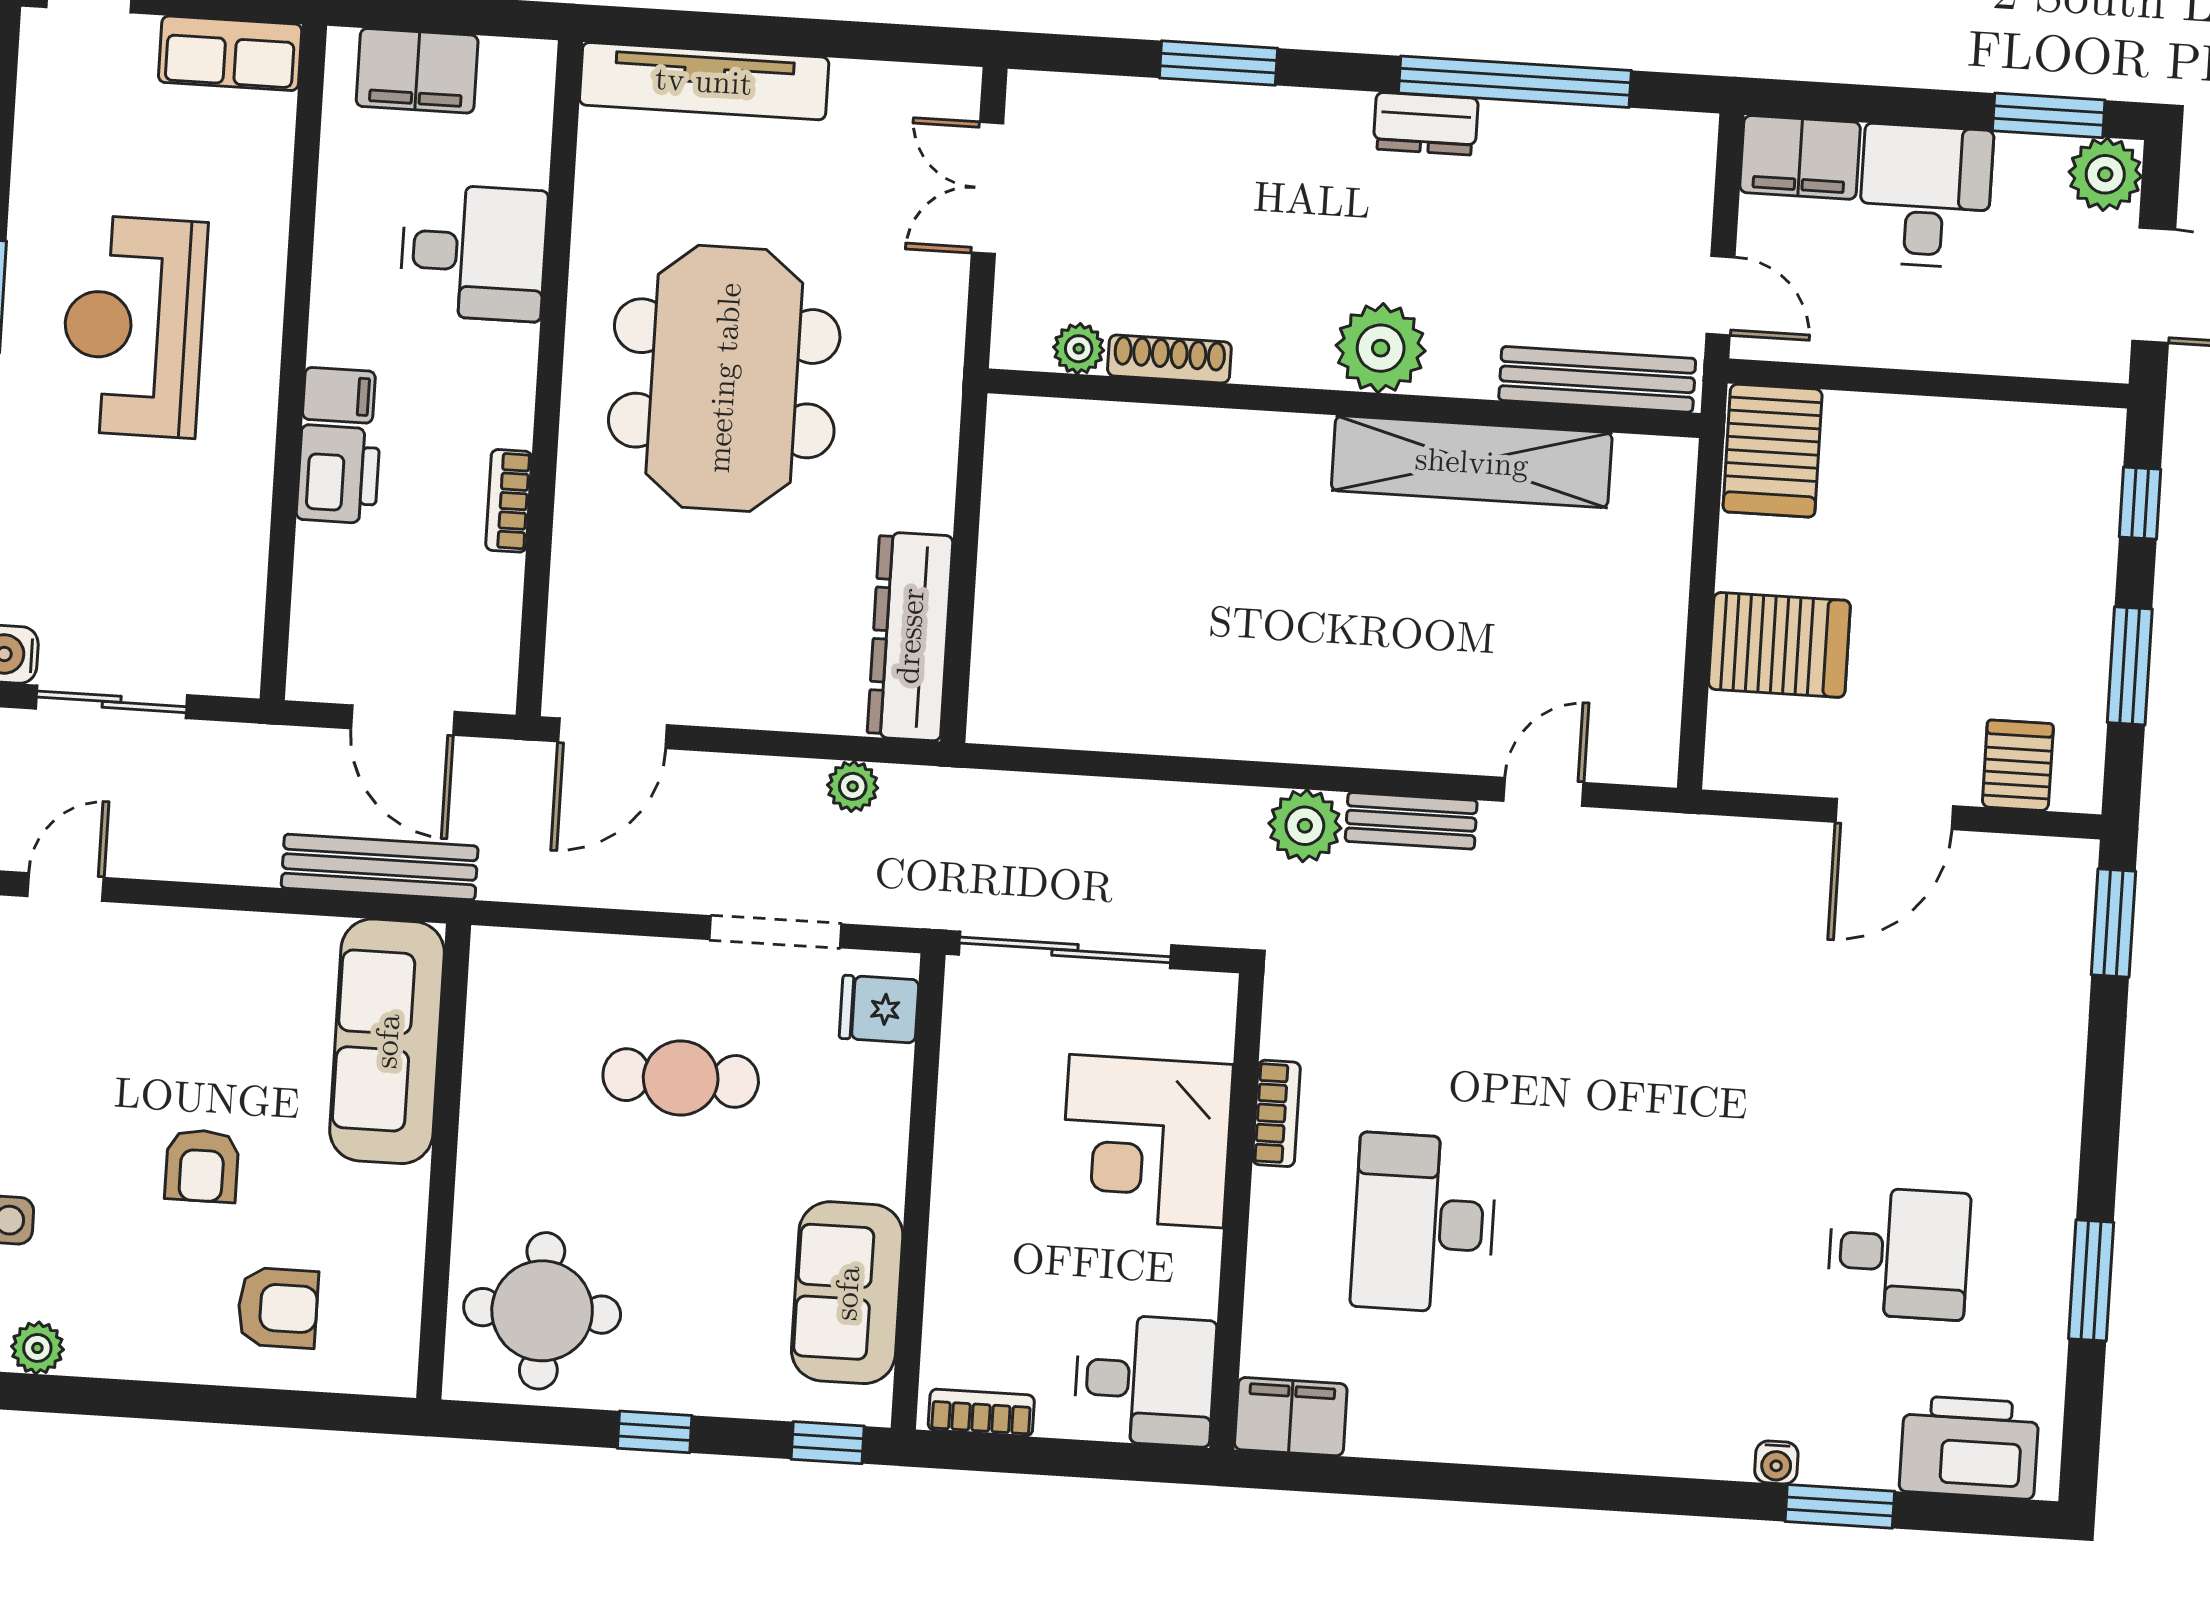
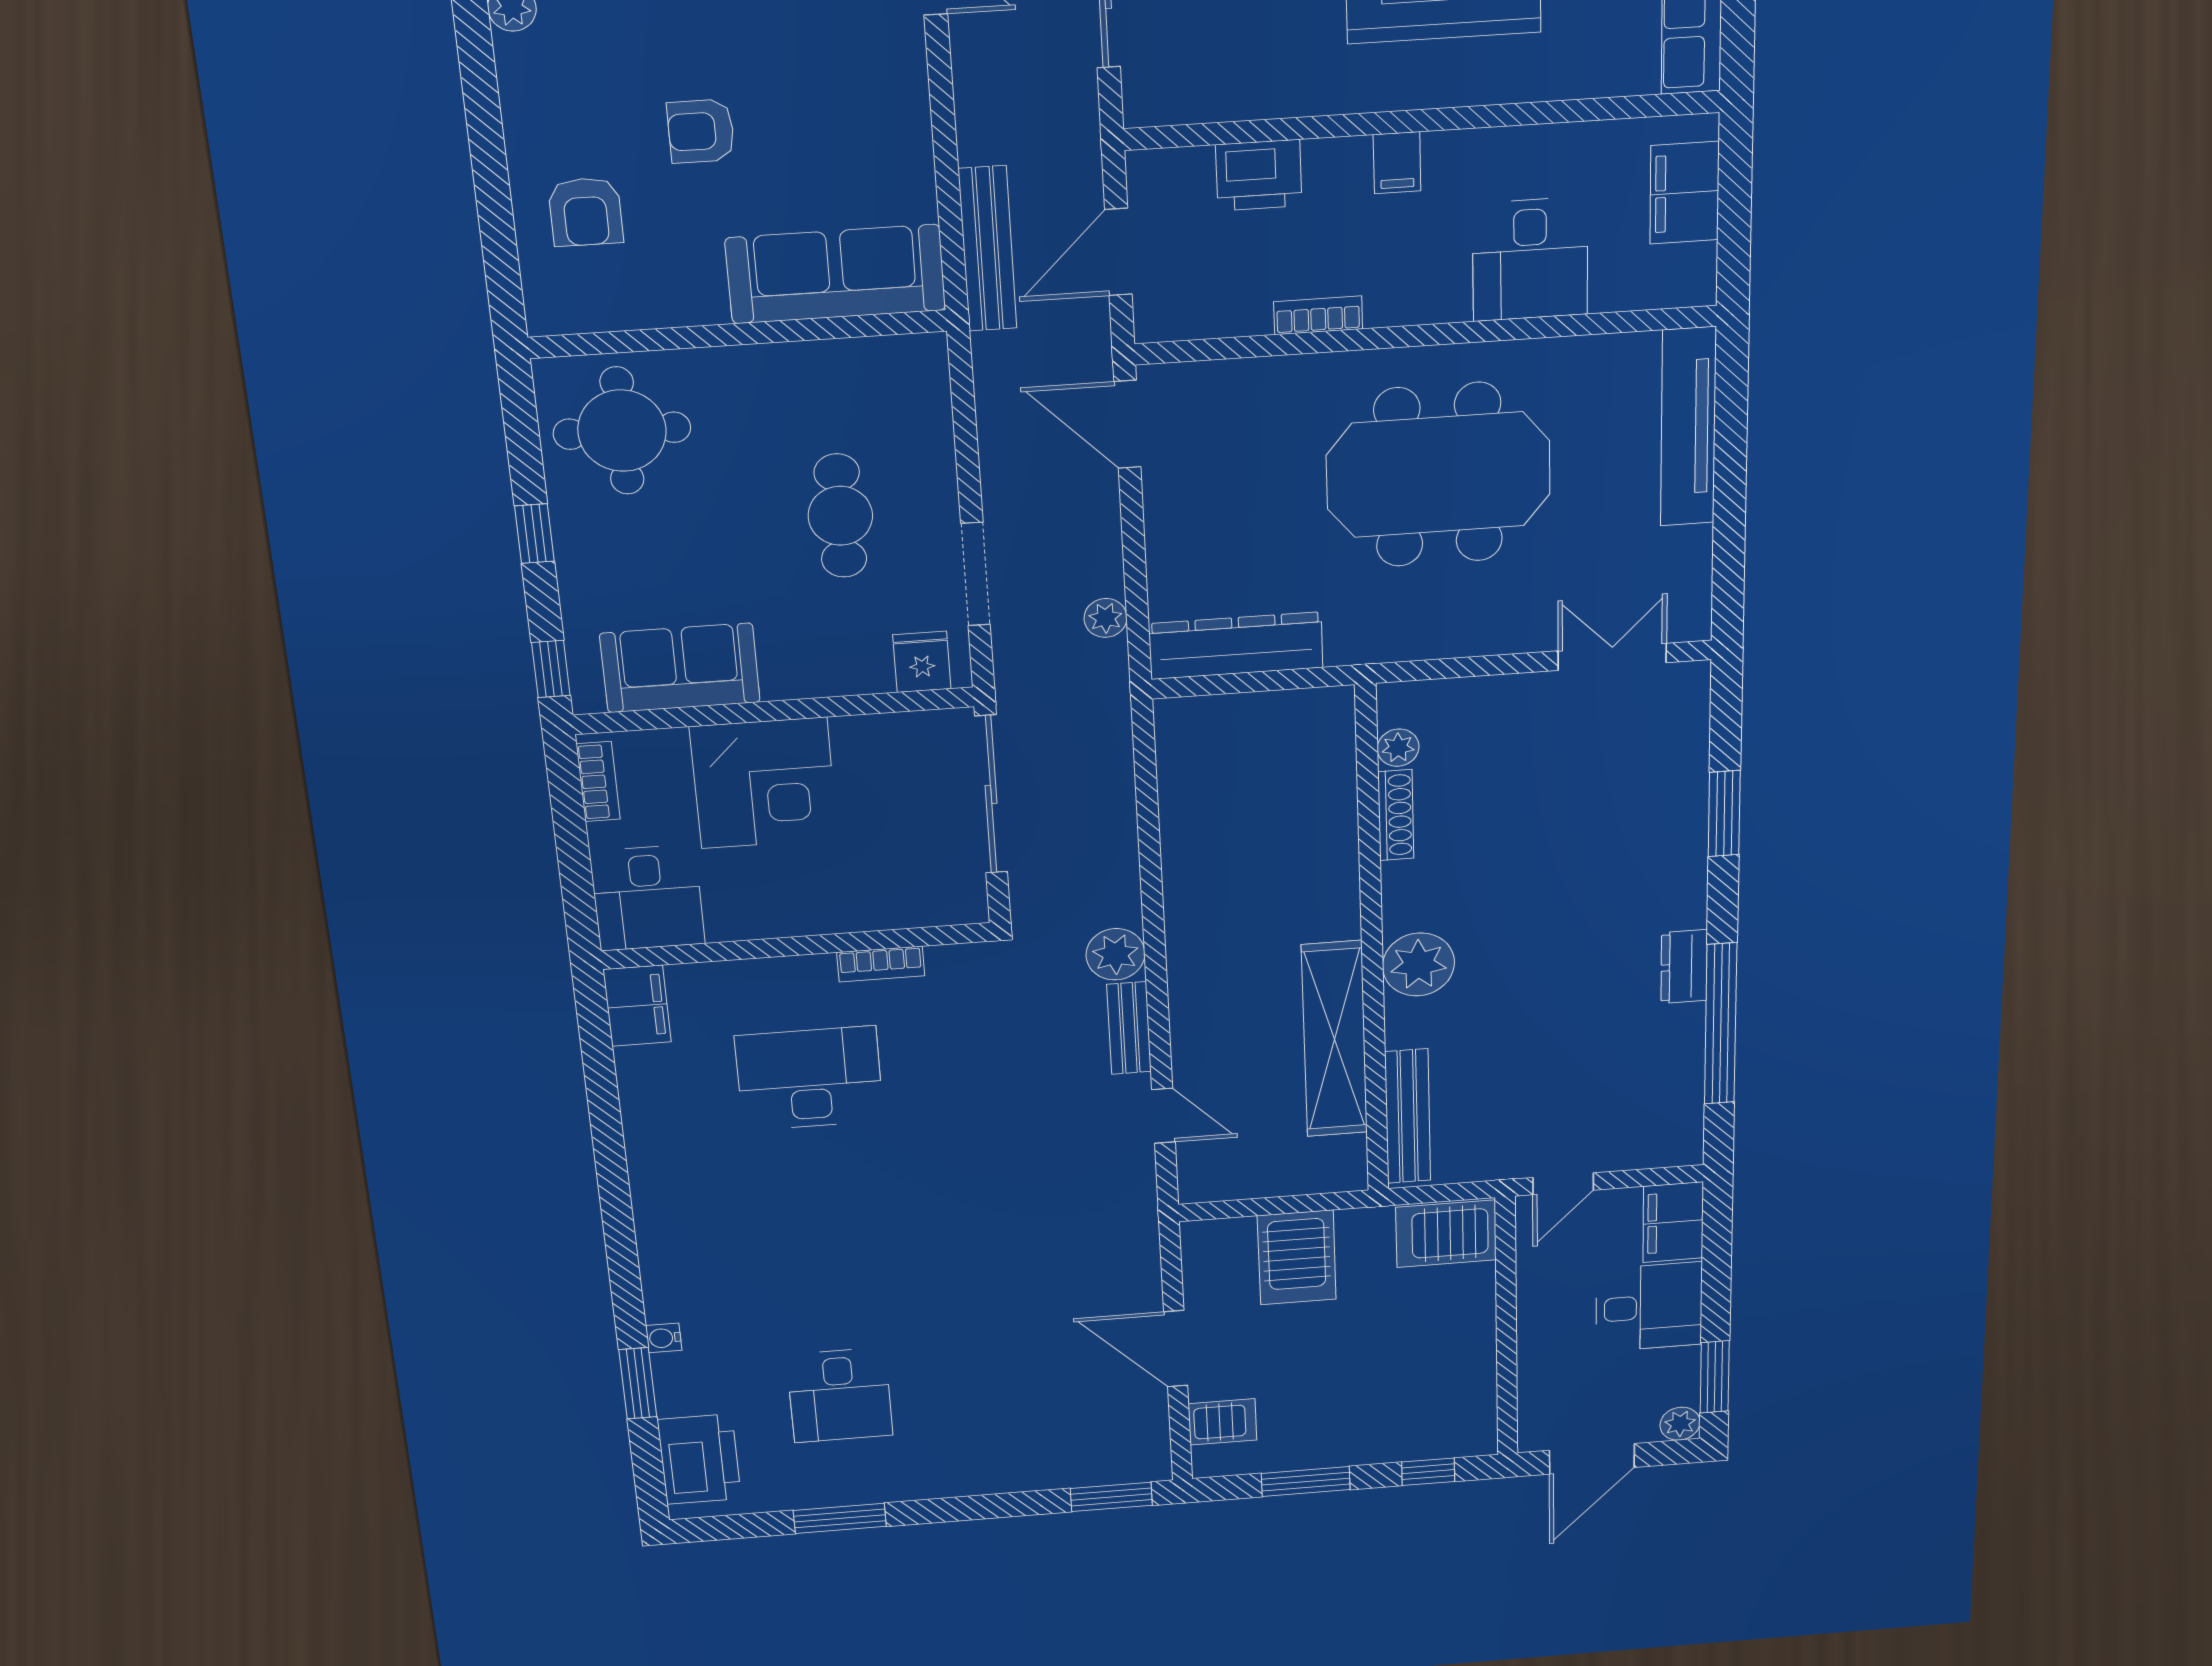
plant: (2105, 174) -> (1680, 1424), width x0.73, depth x0.73
plant: (1381, 348) -> (1418, 964), moved
plant: (1079, 349) -> (1398, 748), moved
shoe rack: (1169, 359) -> (1396, 815), moved
bench: (1597, 379) -> (1408, 1116), moved
wall: (1344, 403) -> (1372, 944), moved
shelving: (1472, 462) -> (1334, 1039), moved
printer: (338, 474) -> (1259, 175), moved
corner desk: (1146, 1141) -> (764, 783), moved, turned 180

